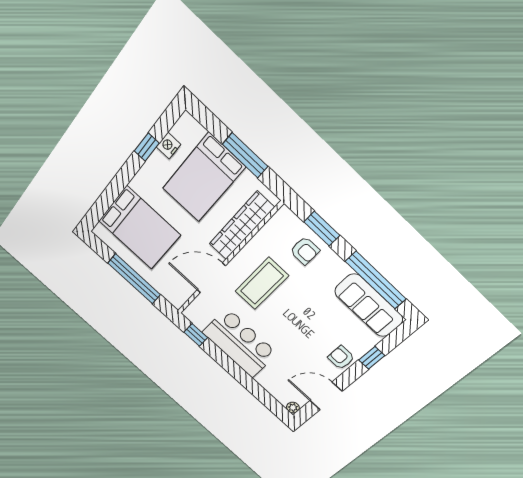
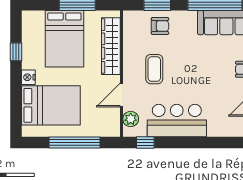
nightstand: (168, 146) -> (28, 77), moved
door: (211, 278) -> (121, 95), width x0.73
coffee table: (262, 283) -> (154, 69), width x0.73, depth x0.76
plant: (201, 305) -> (131, 119), added

